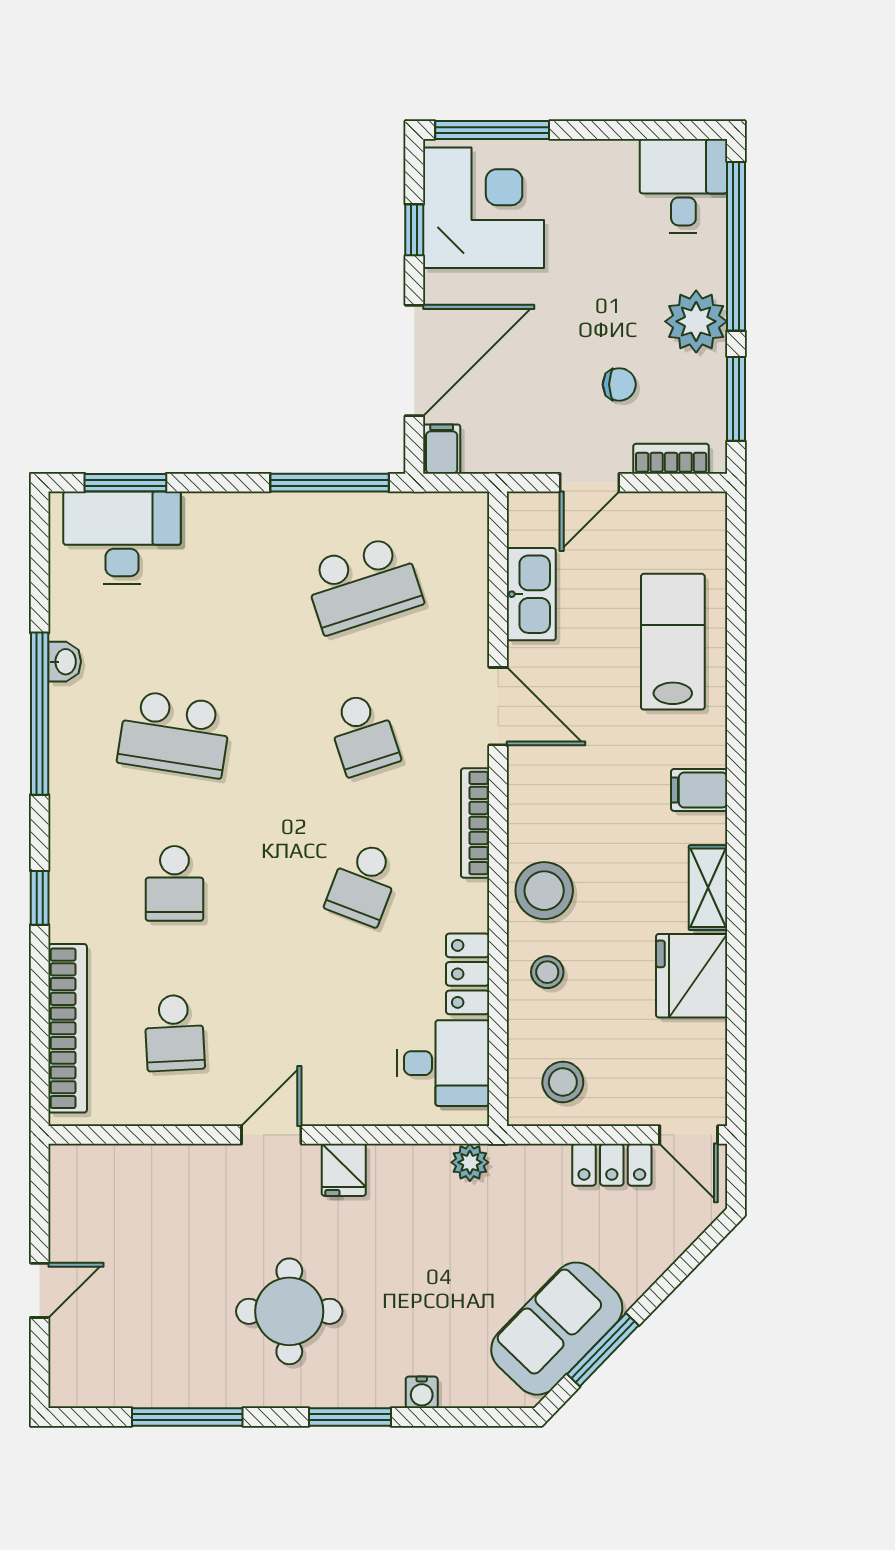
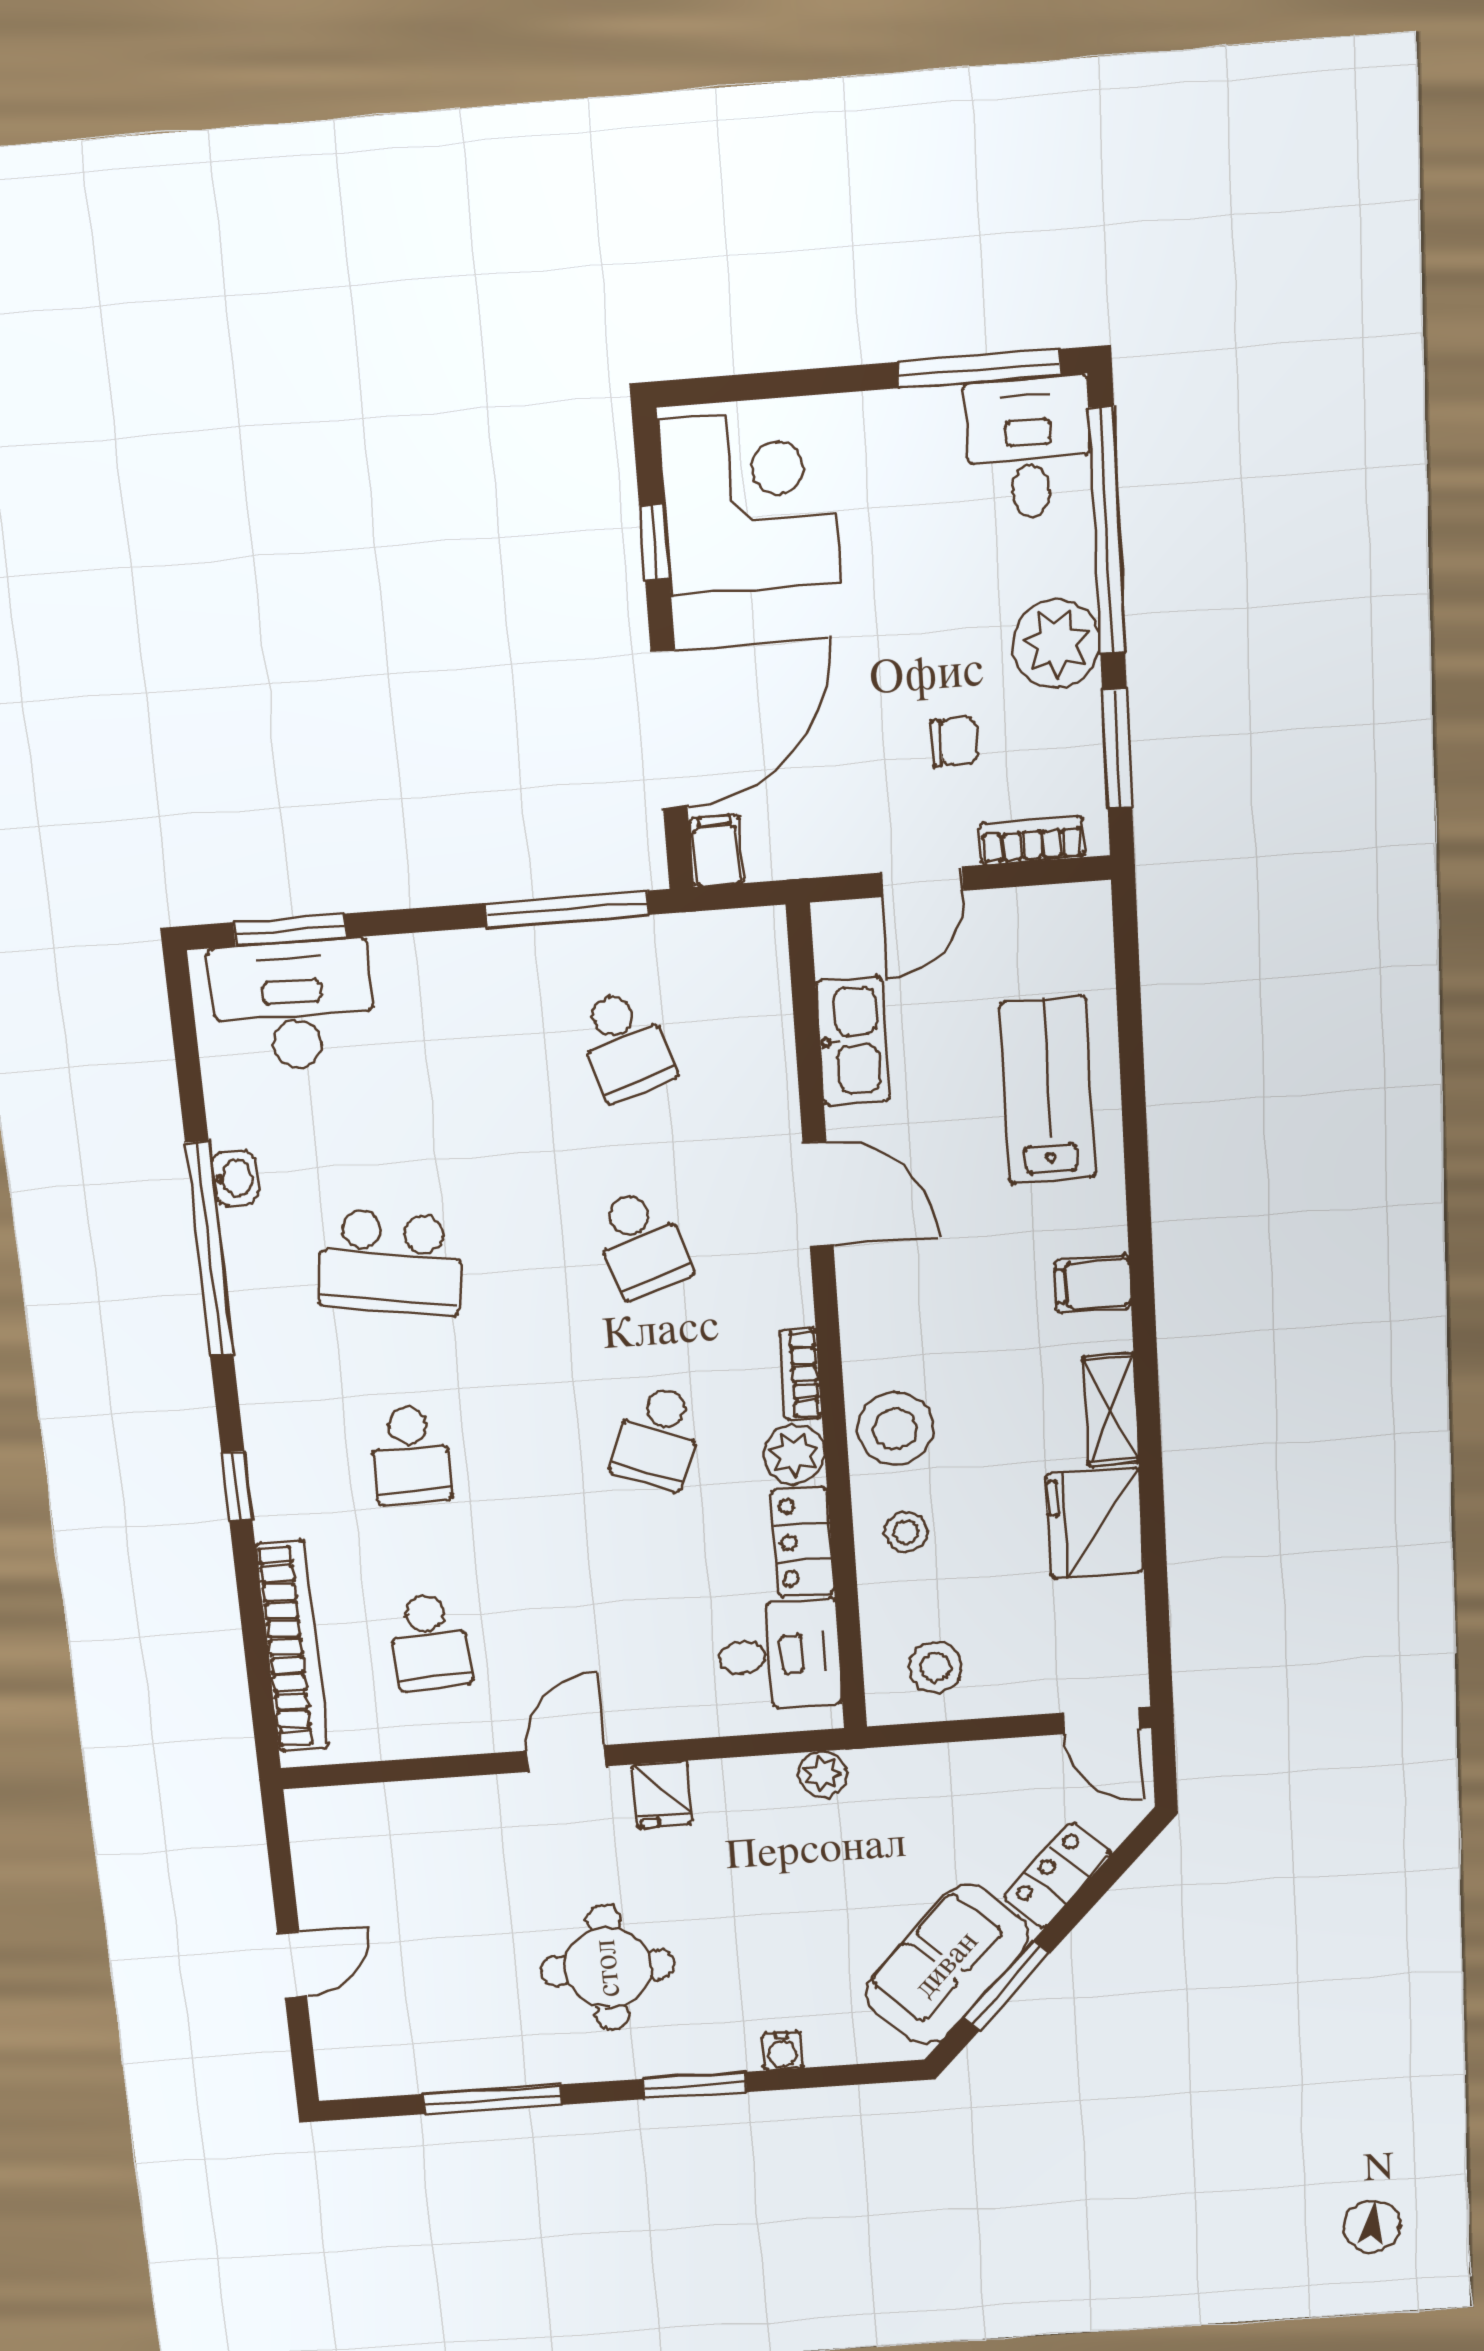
window: (492, 130) -> (979, 369), moved
school desk: (363, 585) -> (625, 1045), width x0.54
bookcase: (475, 823) -> (800, 1374), width x0.64
plant: (466, 905) -> (794, 1454), added
locker: (612, 1165) -> (1058, 1875), moved, turned 134

